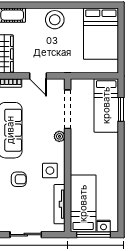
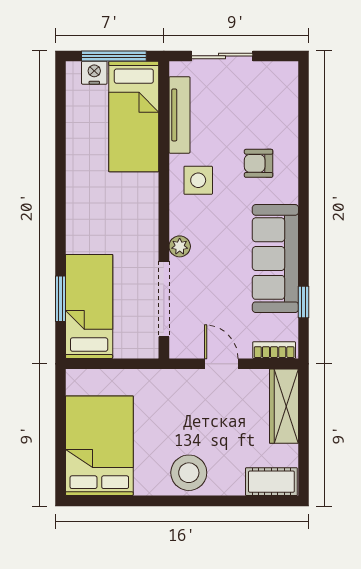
sliding door: (26, 235) -> (222, 56), moved

